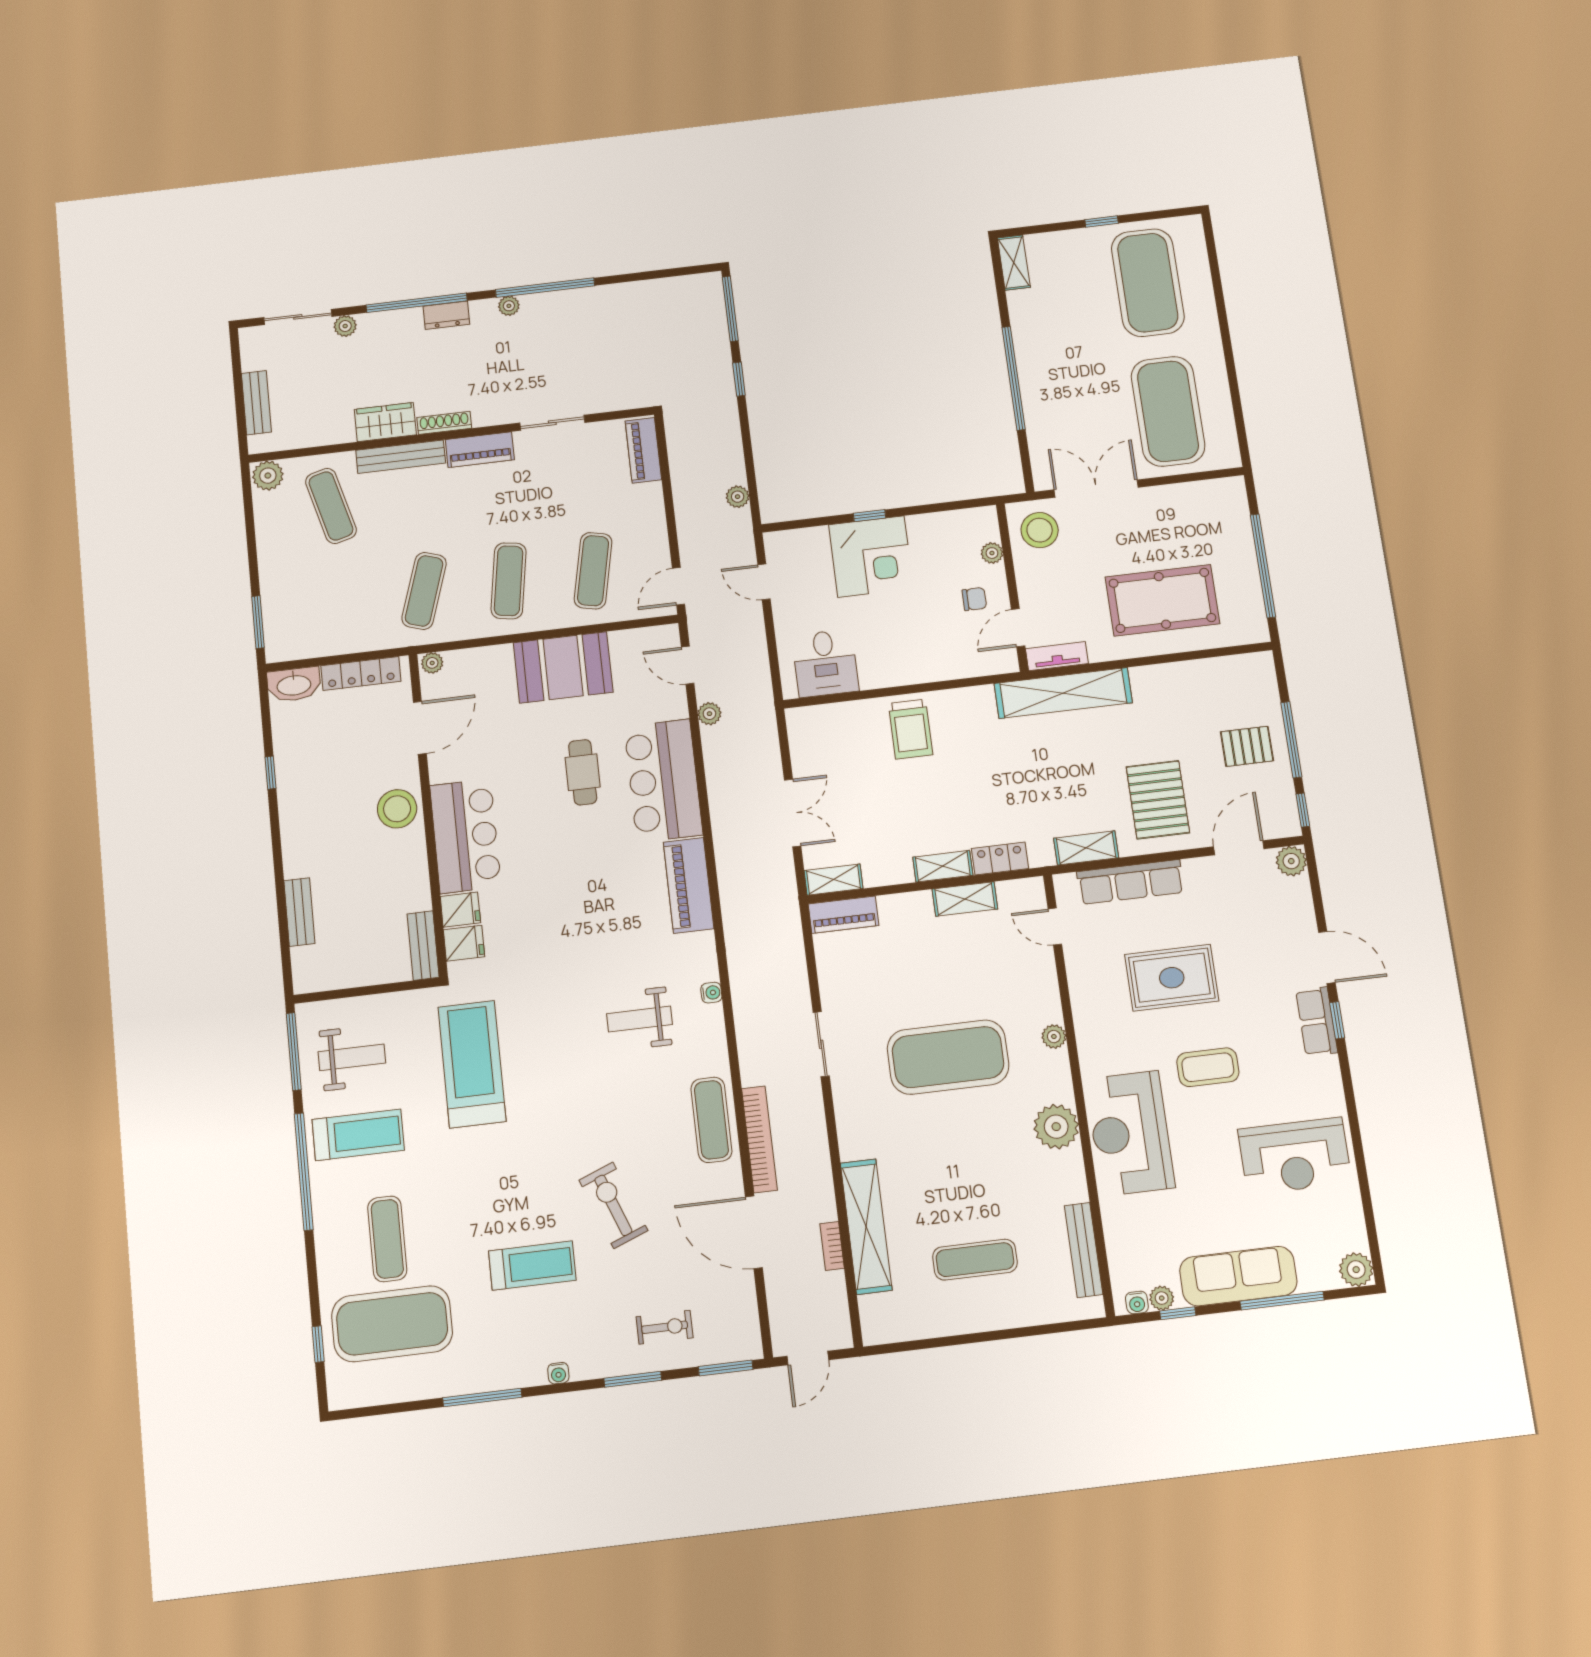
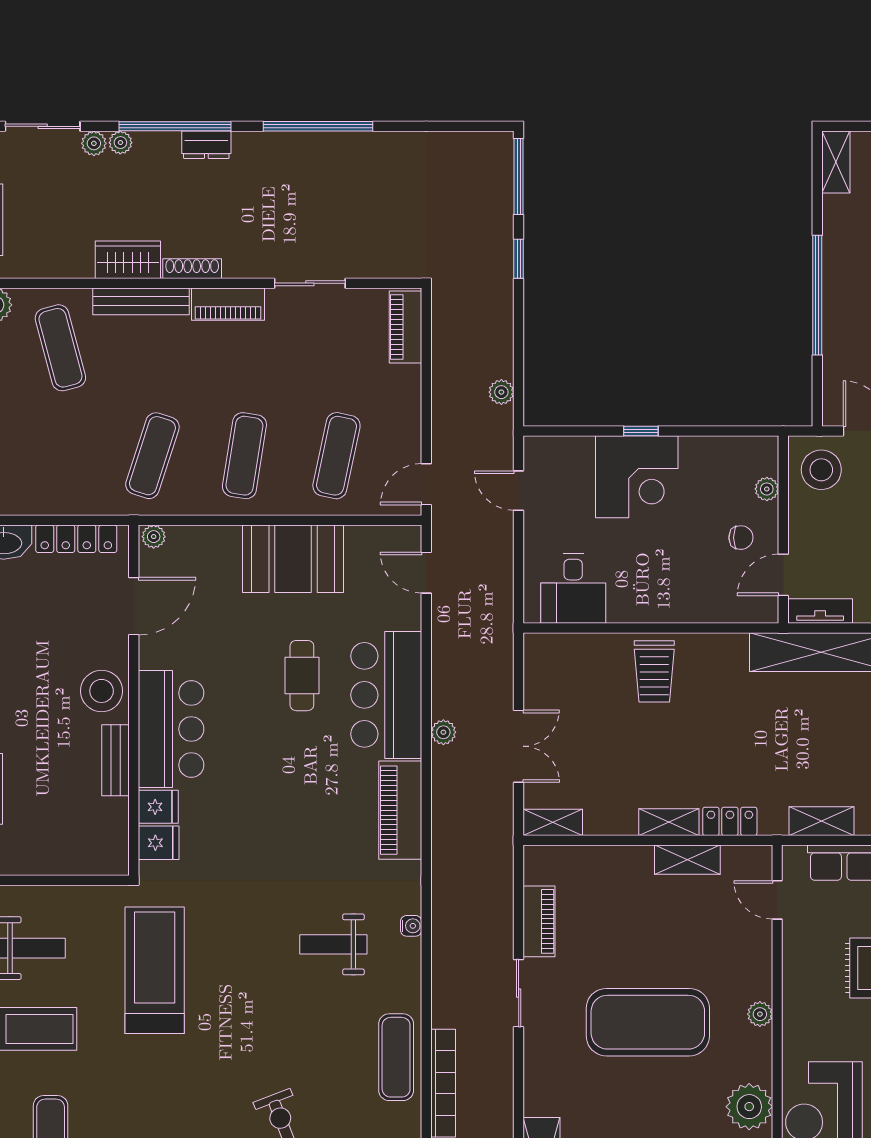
plant: (509, 306) -> (120, 143), moved
plant: (709, 714) -> (443, 732), moved
piano: (844, 915) -> (539, 921), moved, turned -90
bench: (423, 946) -> (116, 760), moved

